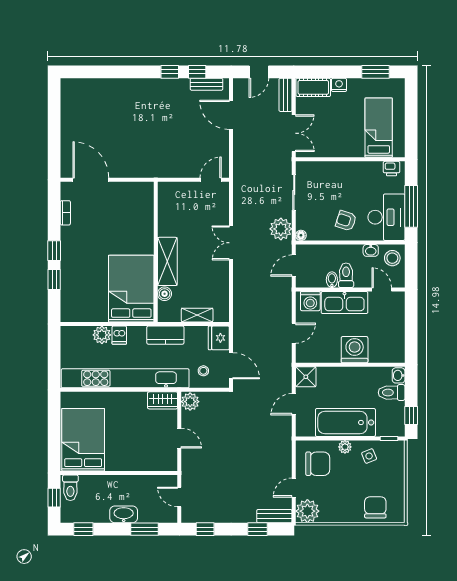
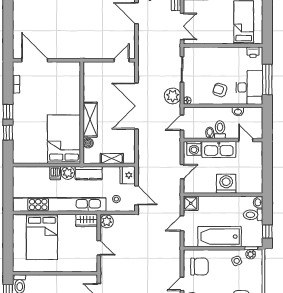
double door: (231, 243) -> (136, 106), width x1.87
stool: (392, 258) -> (254, 117), removed
plant: (102, 335) -> (68, 173), moved
bed: (83, 440) -> (42, 237), moved, turned 180
plant: (345, 447) -> (251, 254), moved

